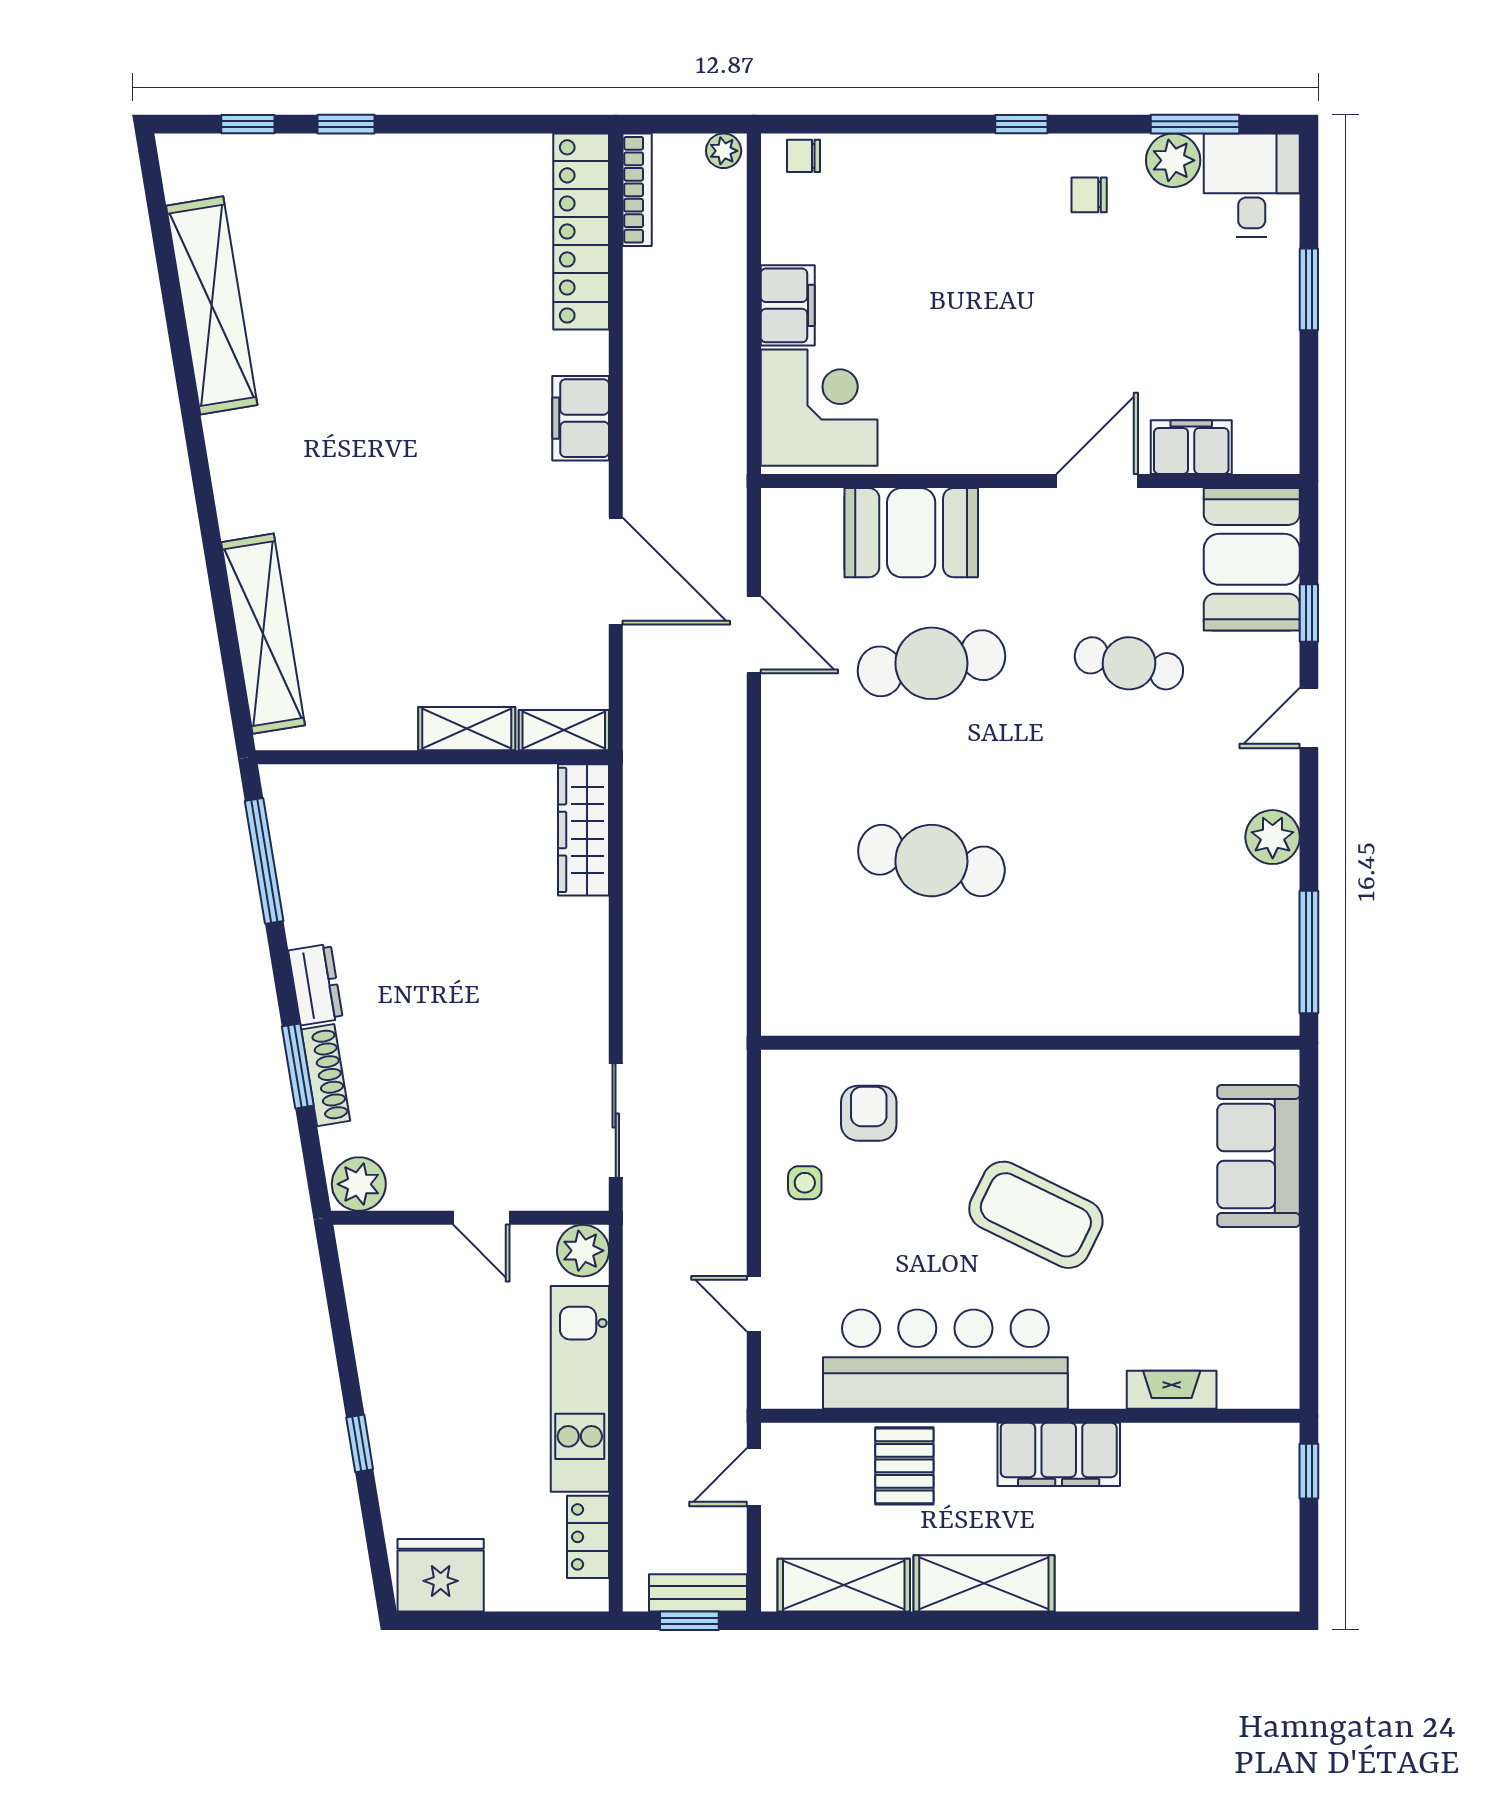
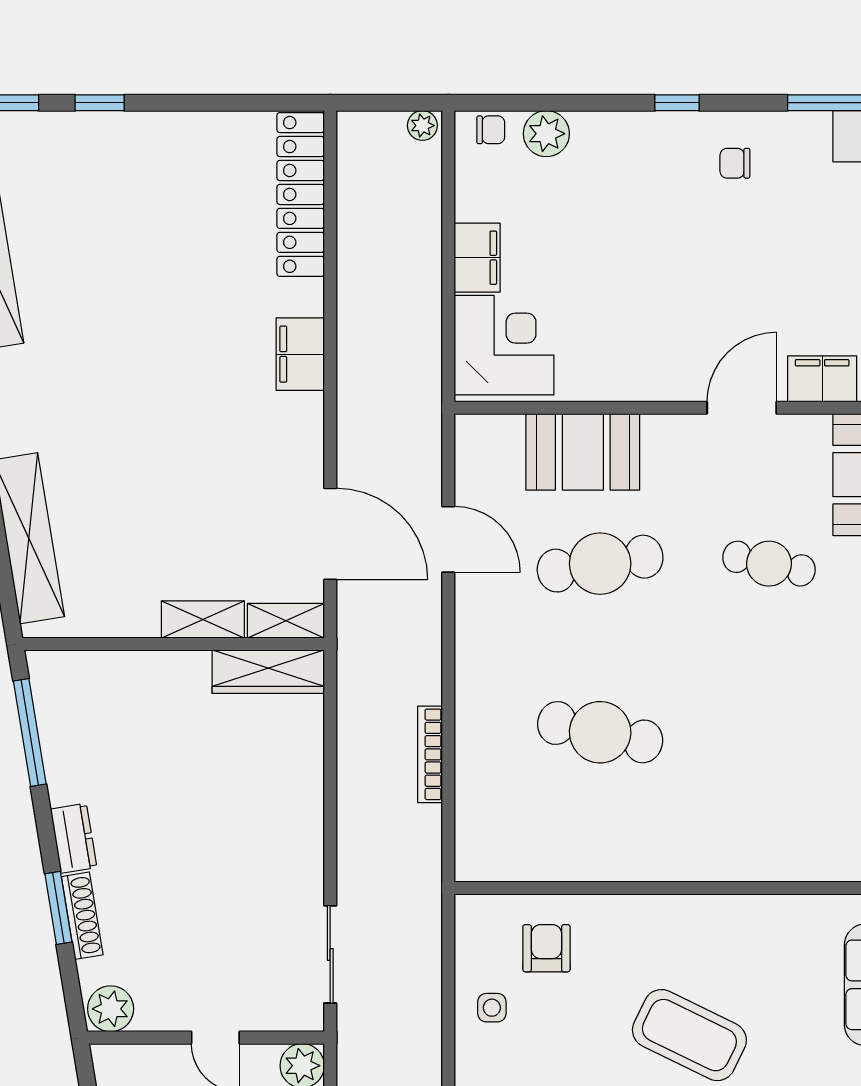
chair: (804, 156) -> (491, 130), turned 180
plant: (1173, 160) -> (546, 134), moved
bookcase: (637, 190) -> (430, 754), moved, turned 180
door: (616, 571) -> (330, 534), moved
wardrobe: (583, 830) -> (268, 672), moved, turned -90

